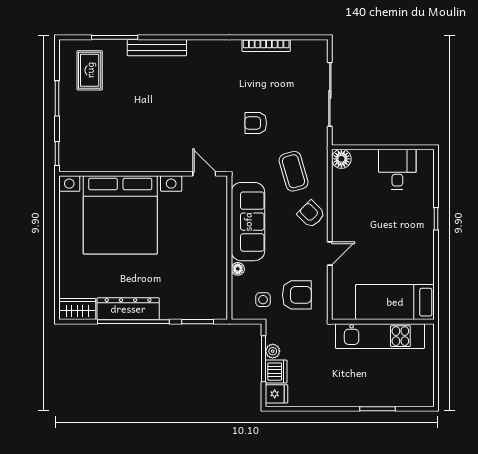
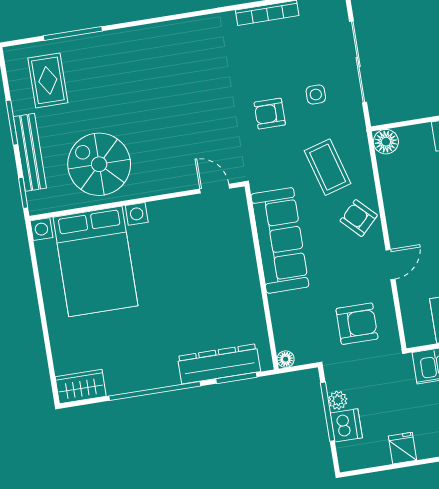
bench: (157, 48) -> (30, 152), moved, turned 90
spiral stairs: (119, 141) -> (99, 164), added
bed with nightstands: (120, 215) -> (95, 261), width x0.73
floor lamp: (238, 269) -> (286, 359), moved
side table: (263, 300) -> (316, 94), moved
dresser: (128, 309) -> (219, 364), moved
fridge: (276, 394) -> (403, 448), moved, turned -90

